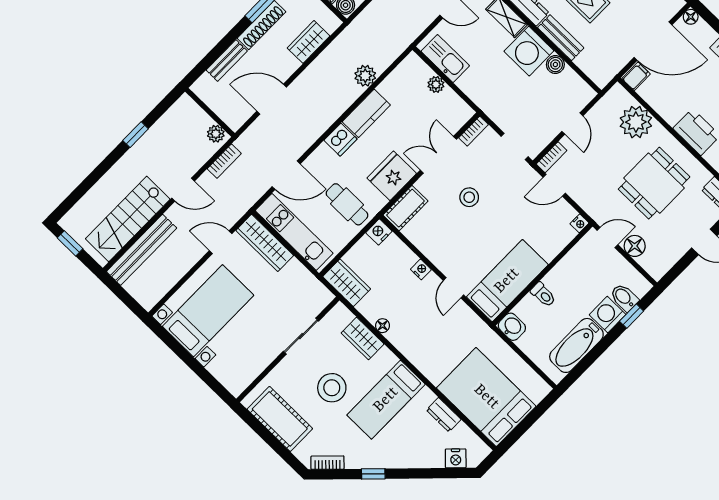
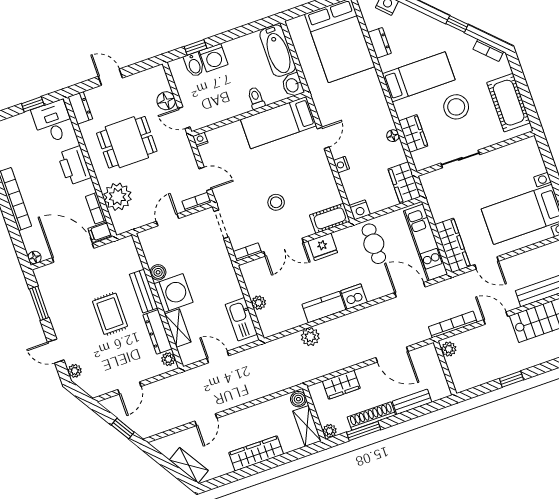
bookcase: (652, 99) -> (96, 208), added
bookcase: (224, 161) -> (453, 324), width x1.56
fridge: (392, 176) -> (323, 247), width x0.73, depth x0.75
bathtub: (576, 345) -> (278, 51), moved, turned 90

